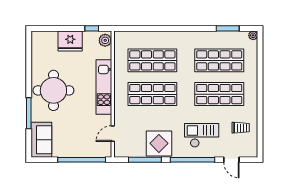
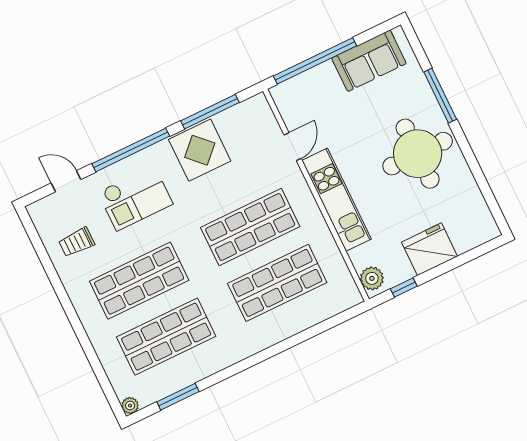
door: (113, 134) -> (293, 147), moved
sofa: (41, 140) -> (369, 61), moved, turned -90

